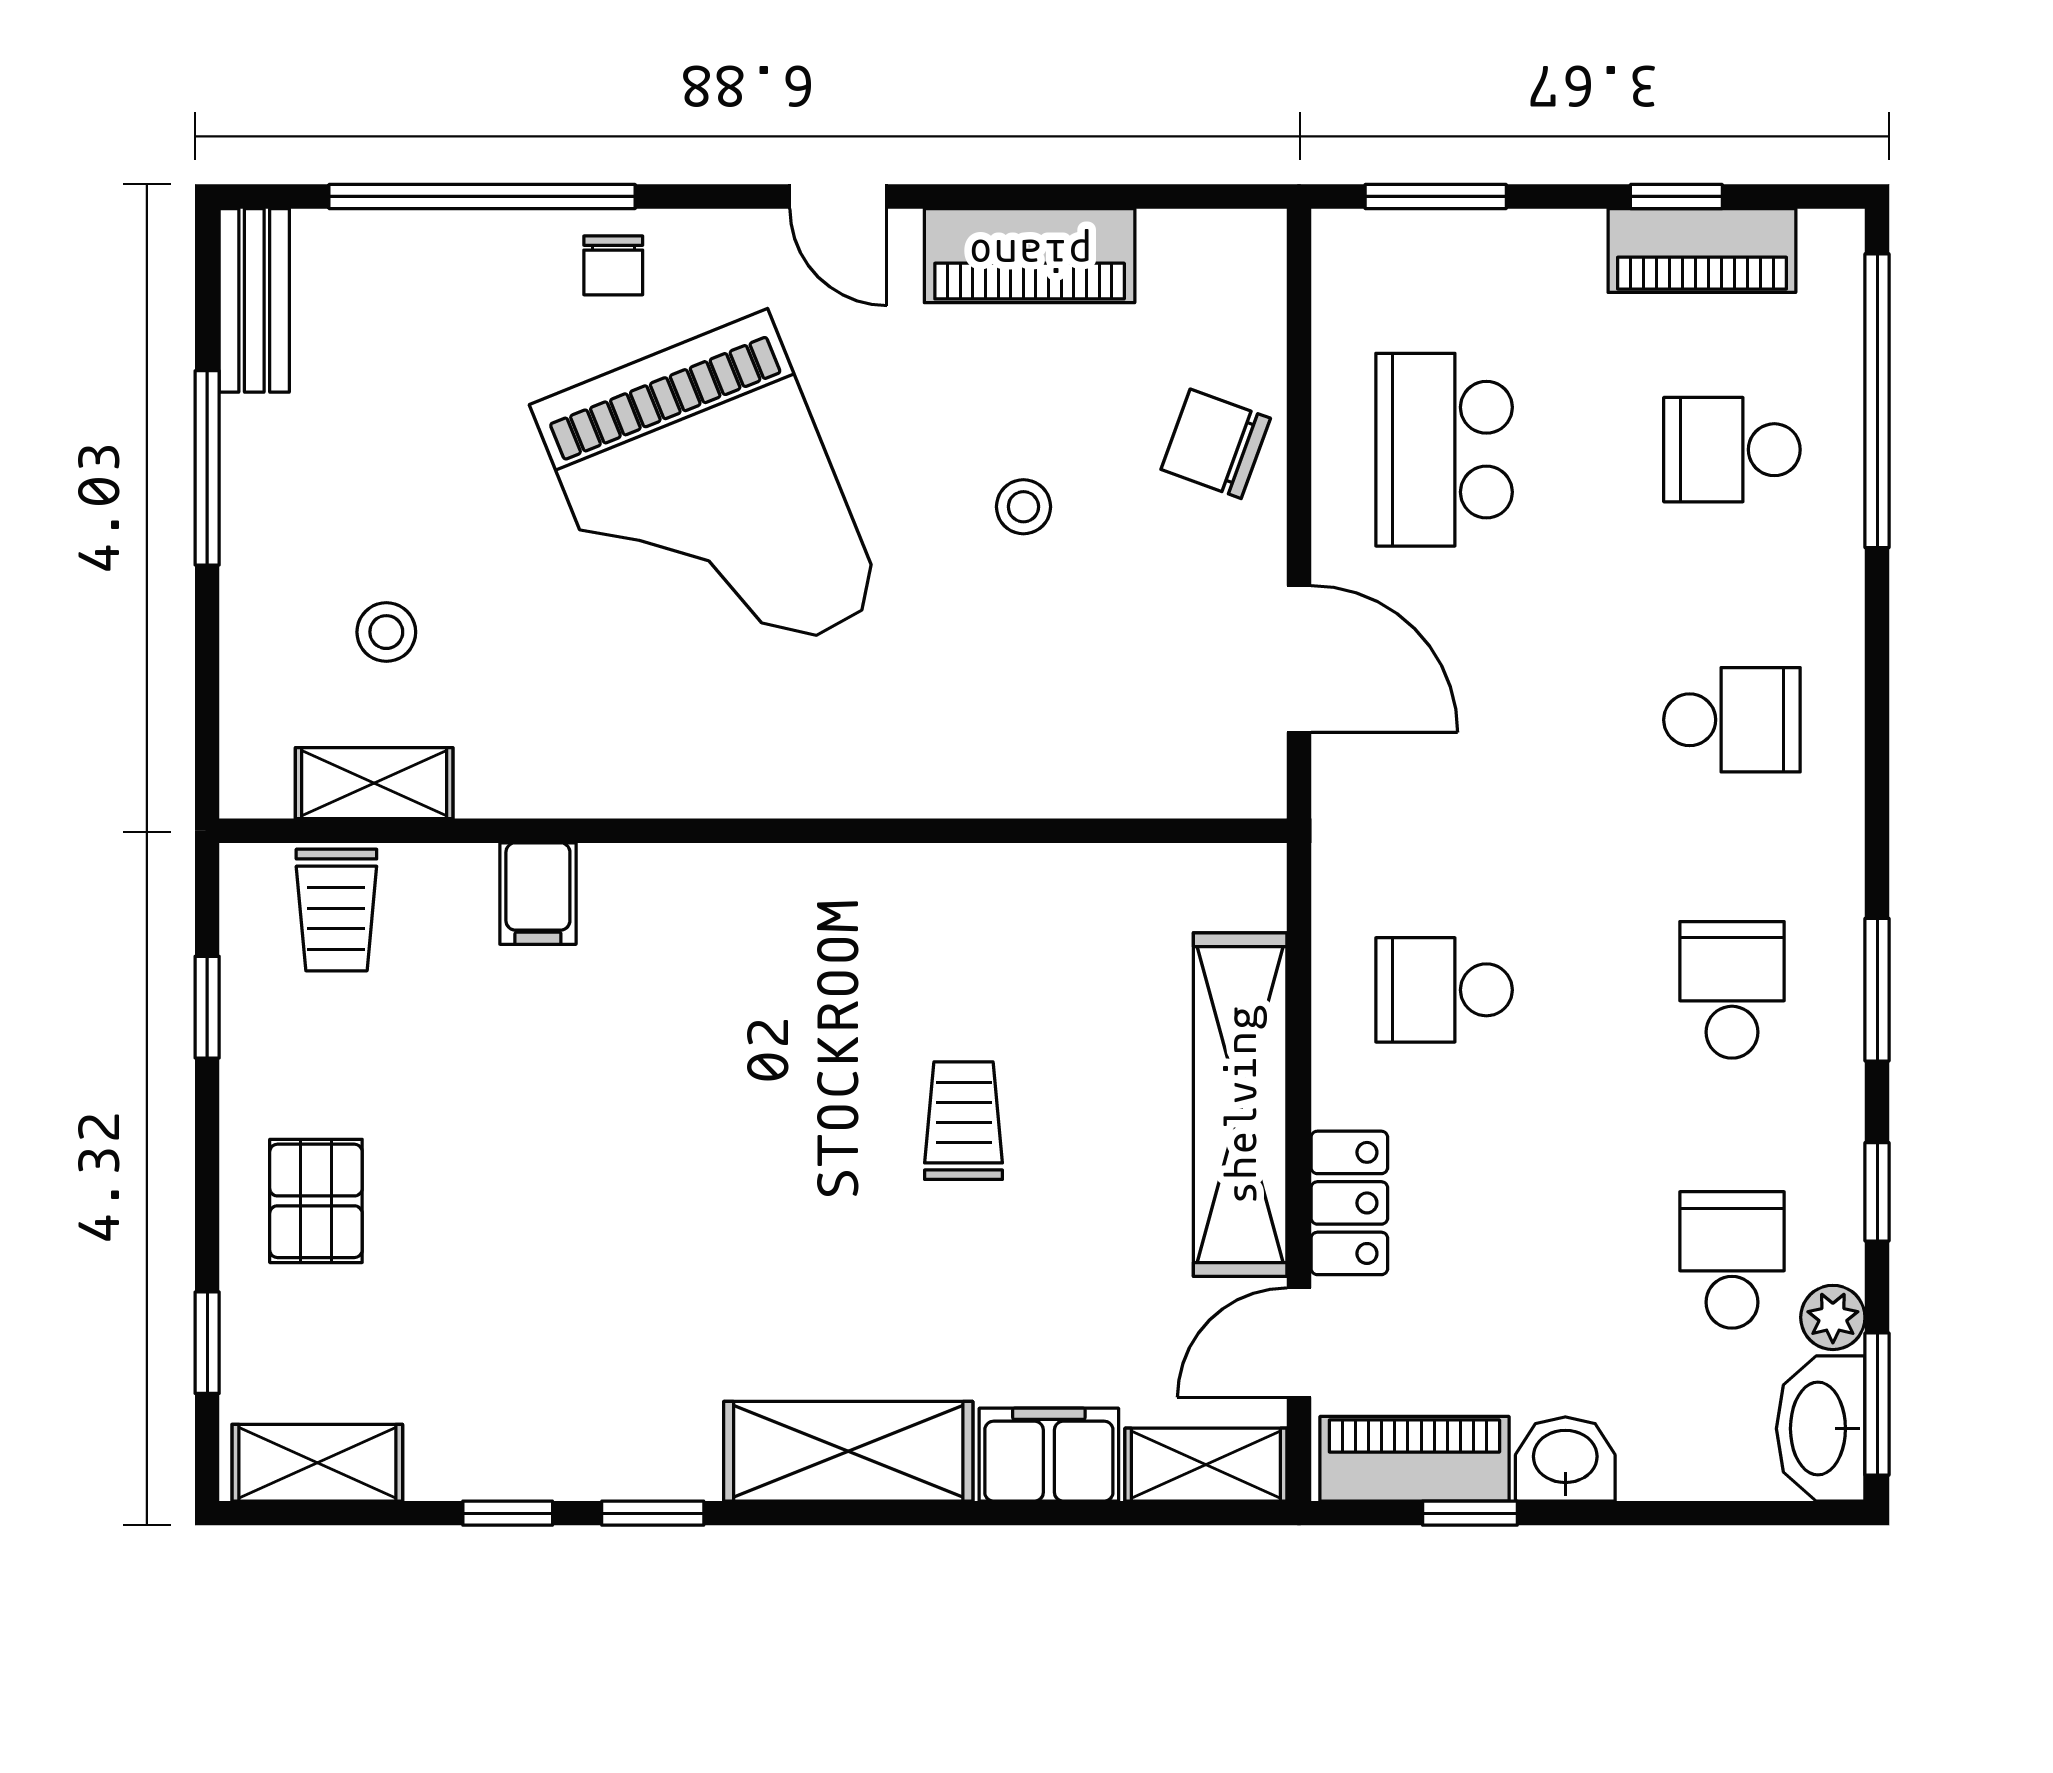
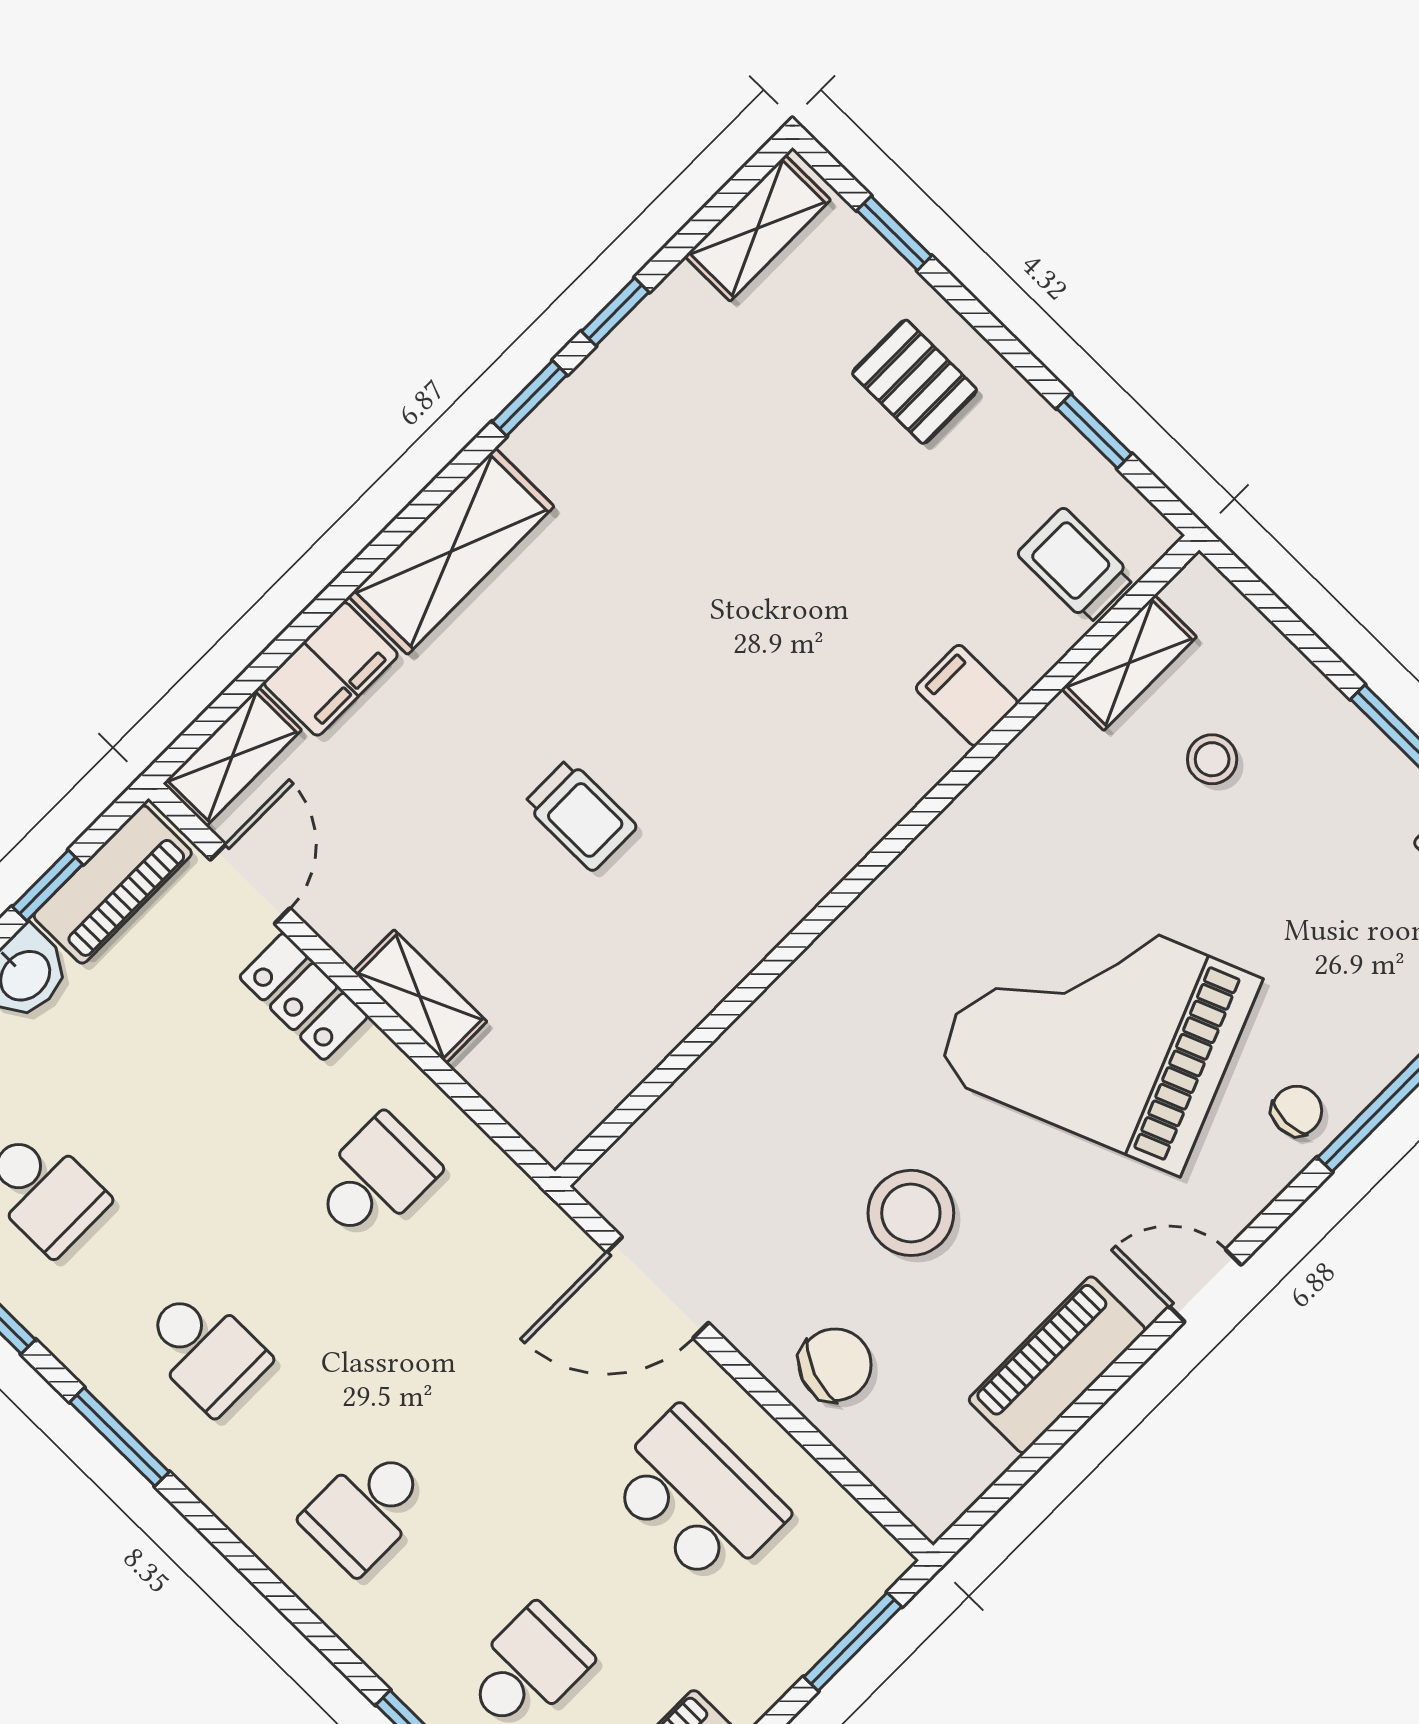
chair: (613, 265) -> (1297, 1111), turned 90
stool: (1023, 507) -> (911, 1213), width x1.89, depth x1.89
shelving: (1240, 1105) -> (420, 996), width x0.45, depth x0.75

